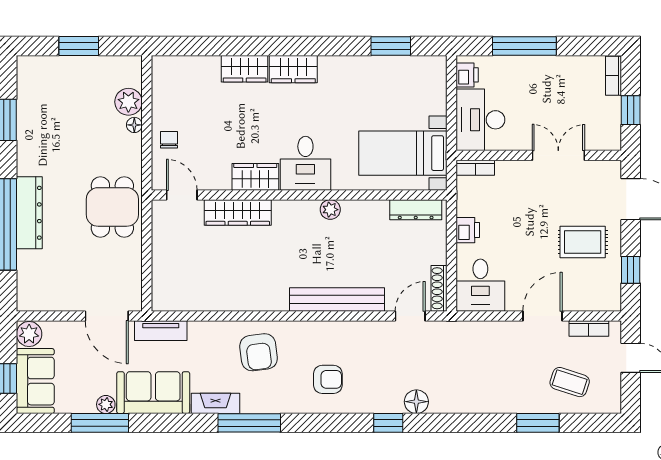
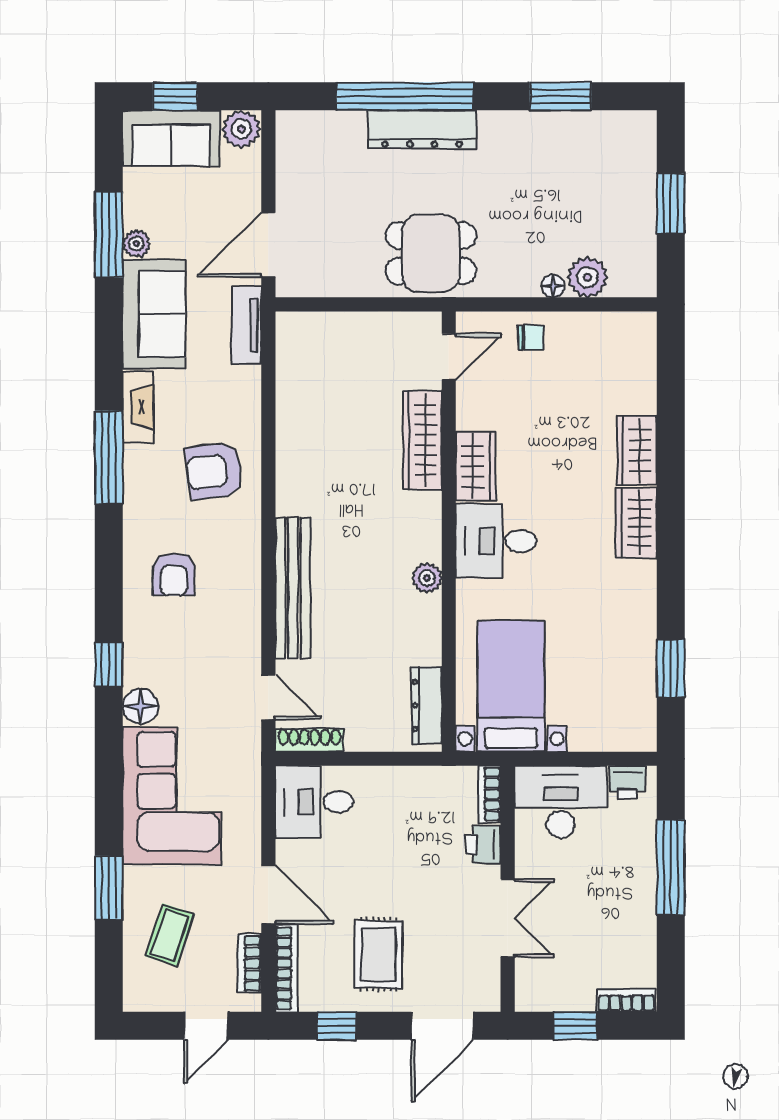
printer: (468, 230) -> (484, 844), moved, turned 90
bookcase: (592, 304) -> (286, 968), added
corner sofa: (476, 381) -> (172, 796), added

